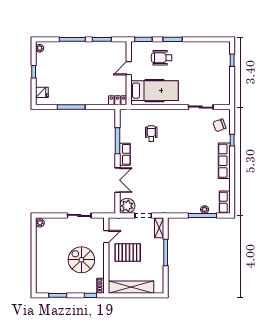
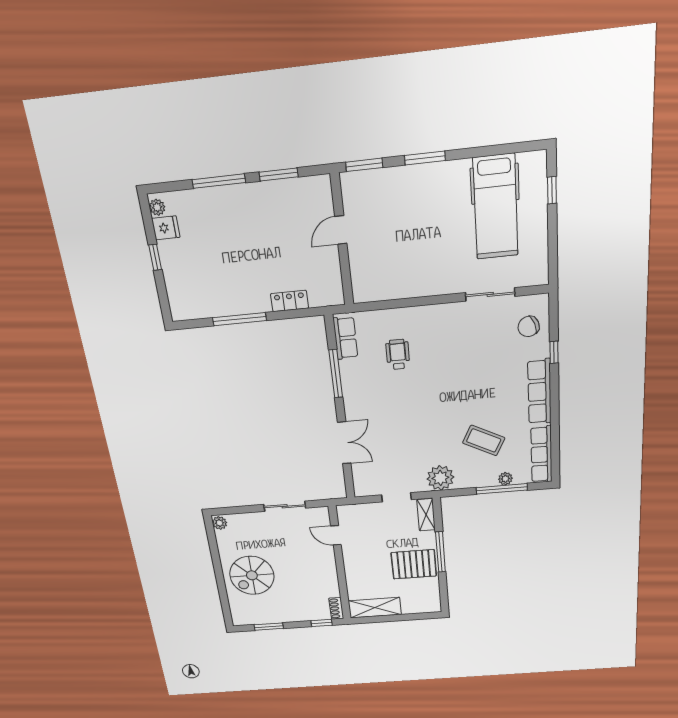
wheelchair: (162, 58) -> (405, 201), removed
hospital bed: (154, 91) -> (496, 207), moved, turned 90
fridge: (42, 92) -> (166, 228), moved
locker: (117, 100) -> (290, 301), moved
row of seats: (125, 154) -> (345, 338), moved
coffee table: (194, 186) -> (484, 440), added
row of seats: (225, 202) -> (542, 454), width x1.48
plant: (127, 206) -> (440, 478), moved
door: (106, 237) -> (336, 535), swing flipped
pallet: (128, 253) -> (414, 564), moved
spiral stairs: (81, 260) -> (252, 575), moved, turned -90
shelving: (131, 287) -> (375, 608), width x0.68

